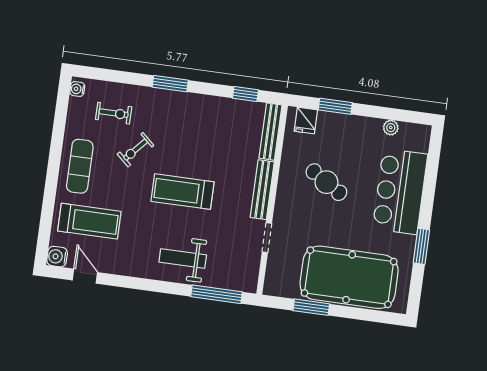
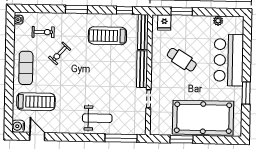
treadmill: (182, 192) -> (107, 36), moved
weight bench: (183, 259) -> (97, 118), turned 180

